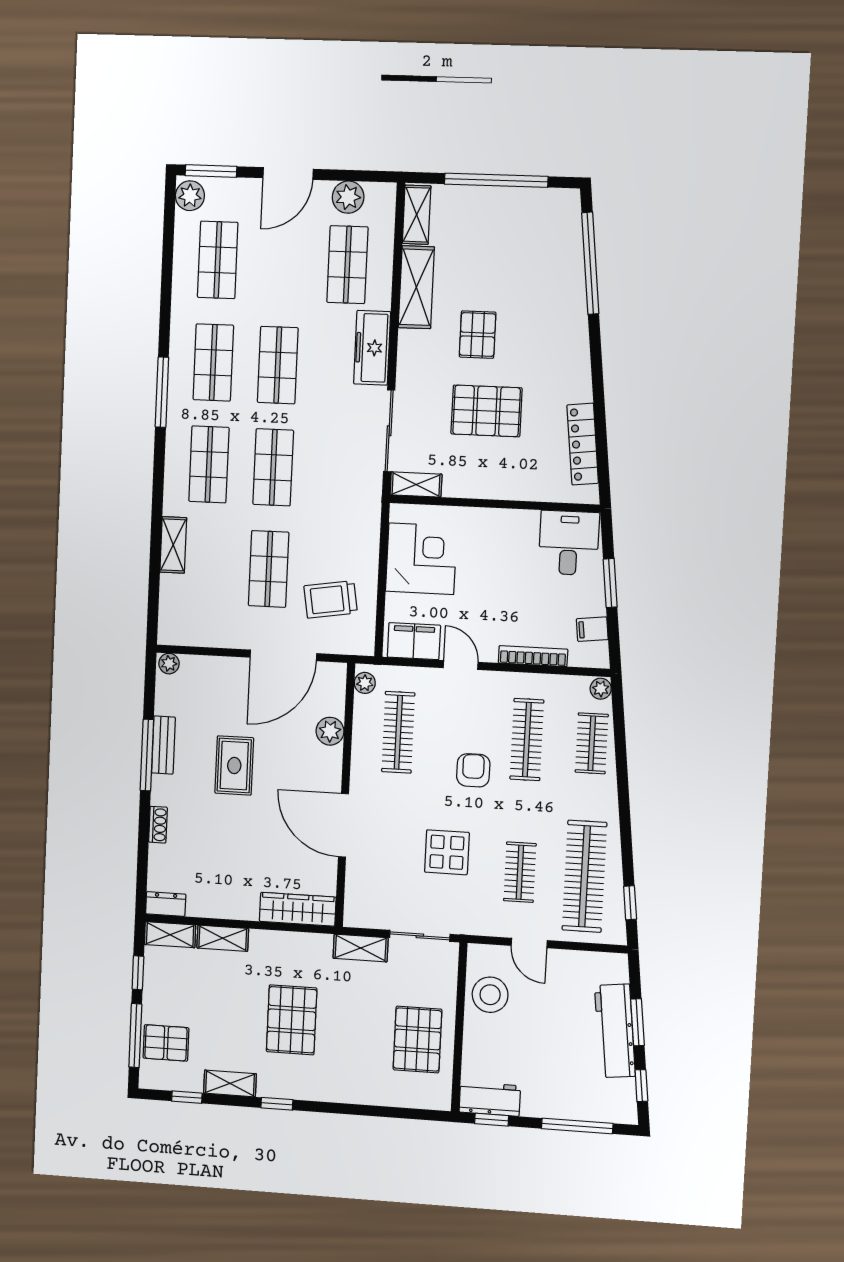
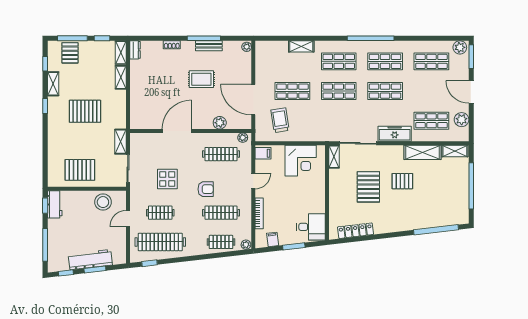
window: (162, 392) -> (371, 38), width x1.46
filing cabinet: (414, 641) -> (263, 153), width x0.50
wardrobe: (298, 909) -> (137, 112), removed

